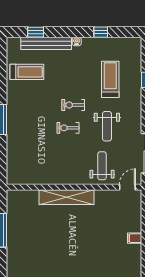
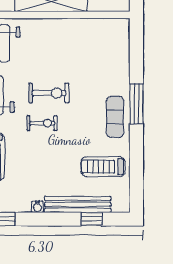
exercise mat: (18, 110) -> (115, 117), added
exercise bike: (68, 128) -> (49, 93), width x1.38, depth x1.39

